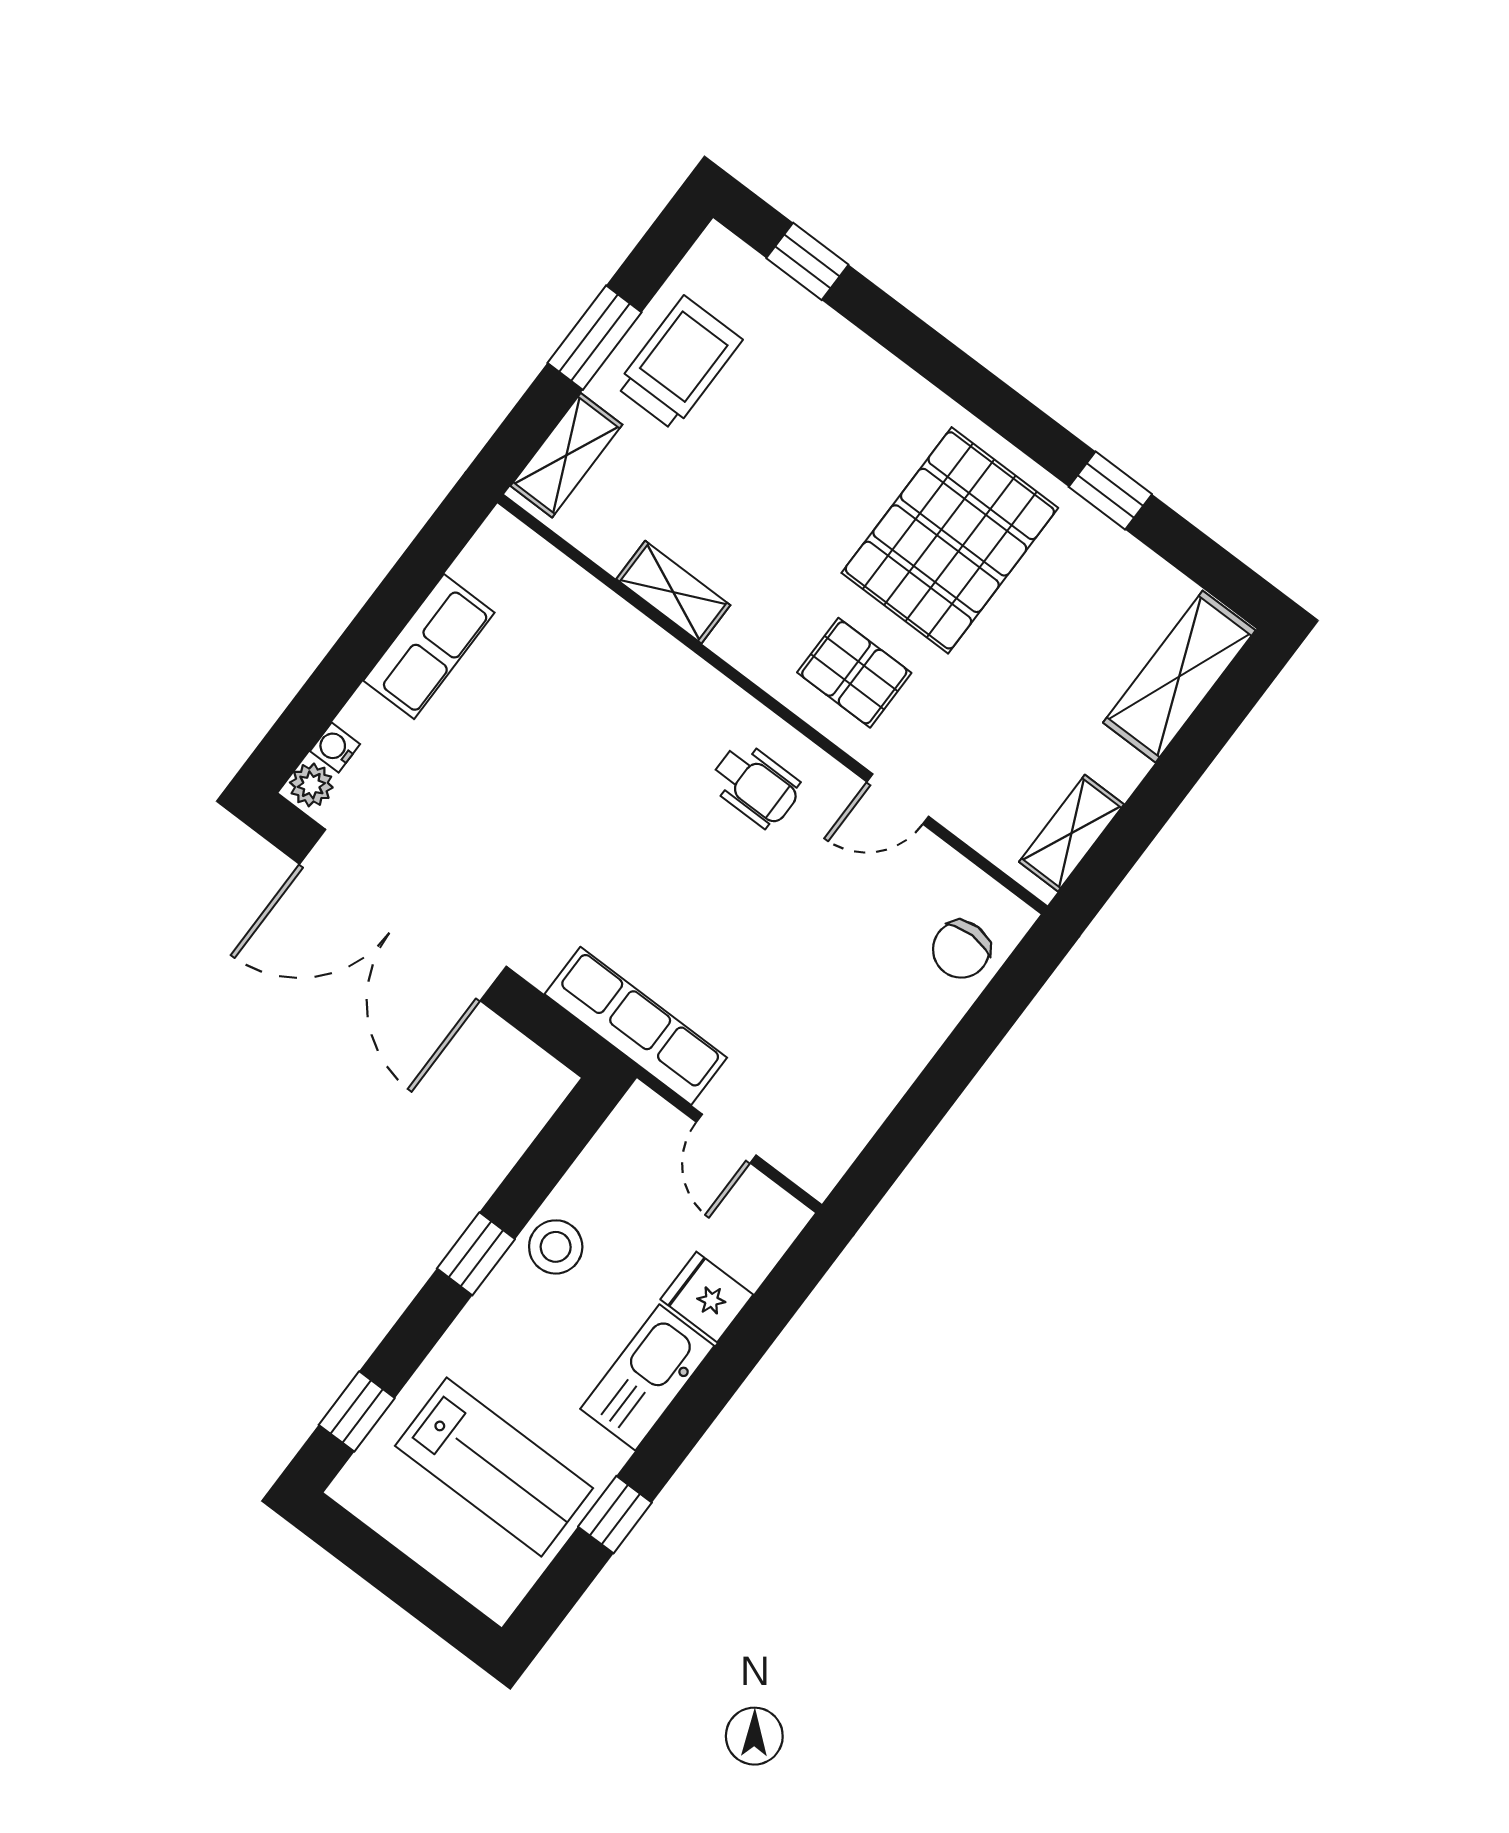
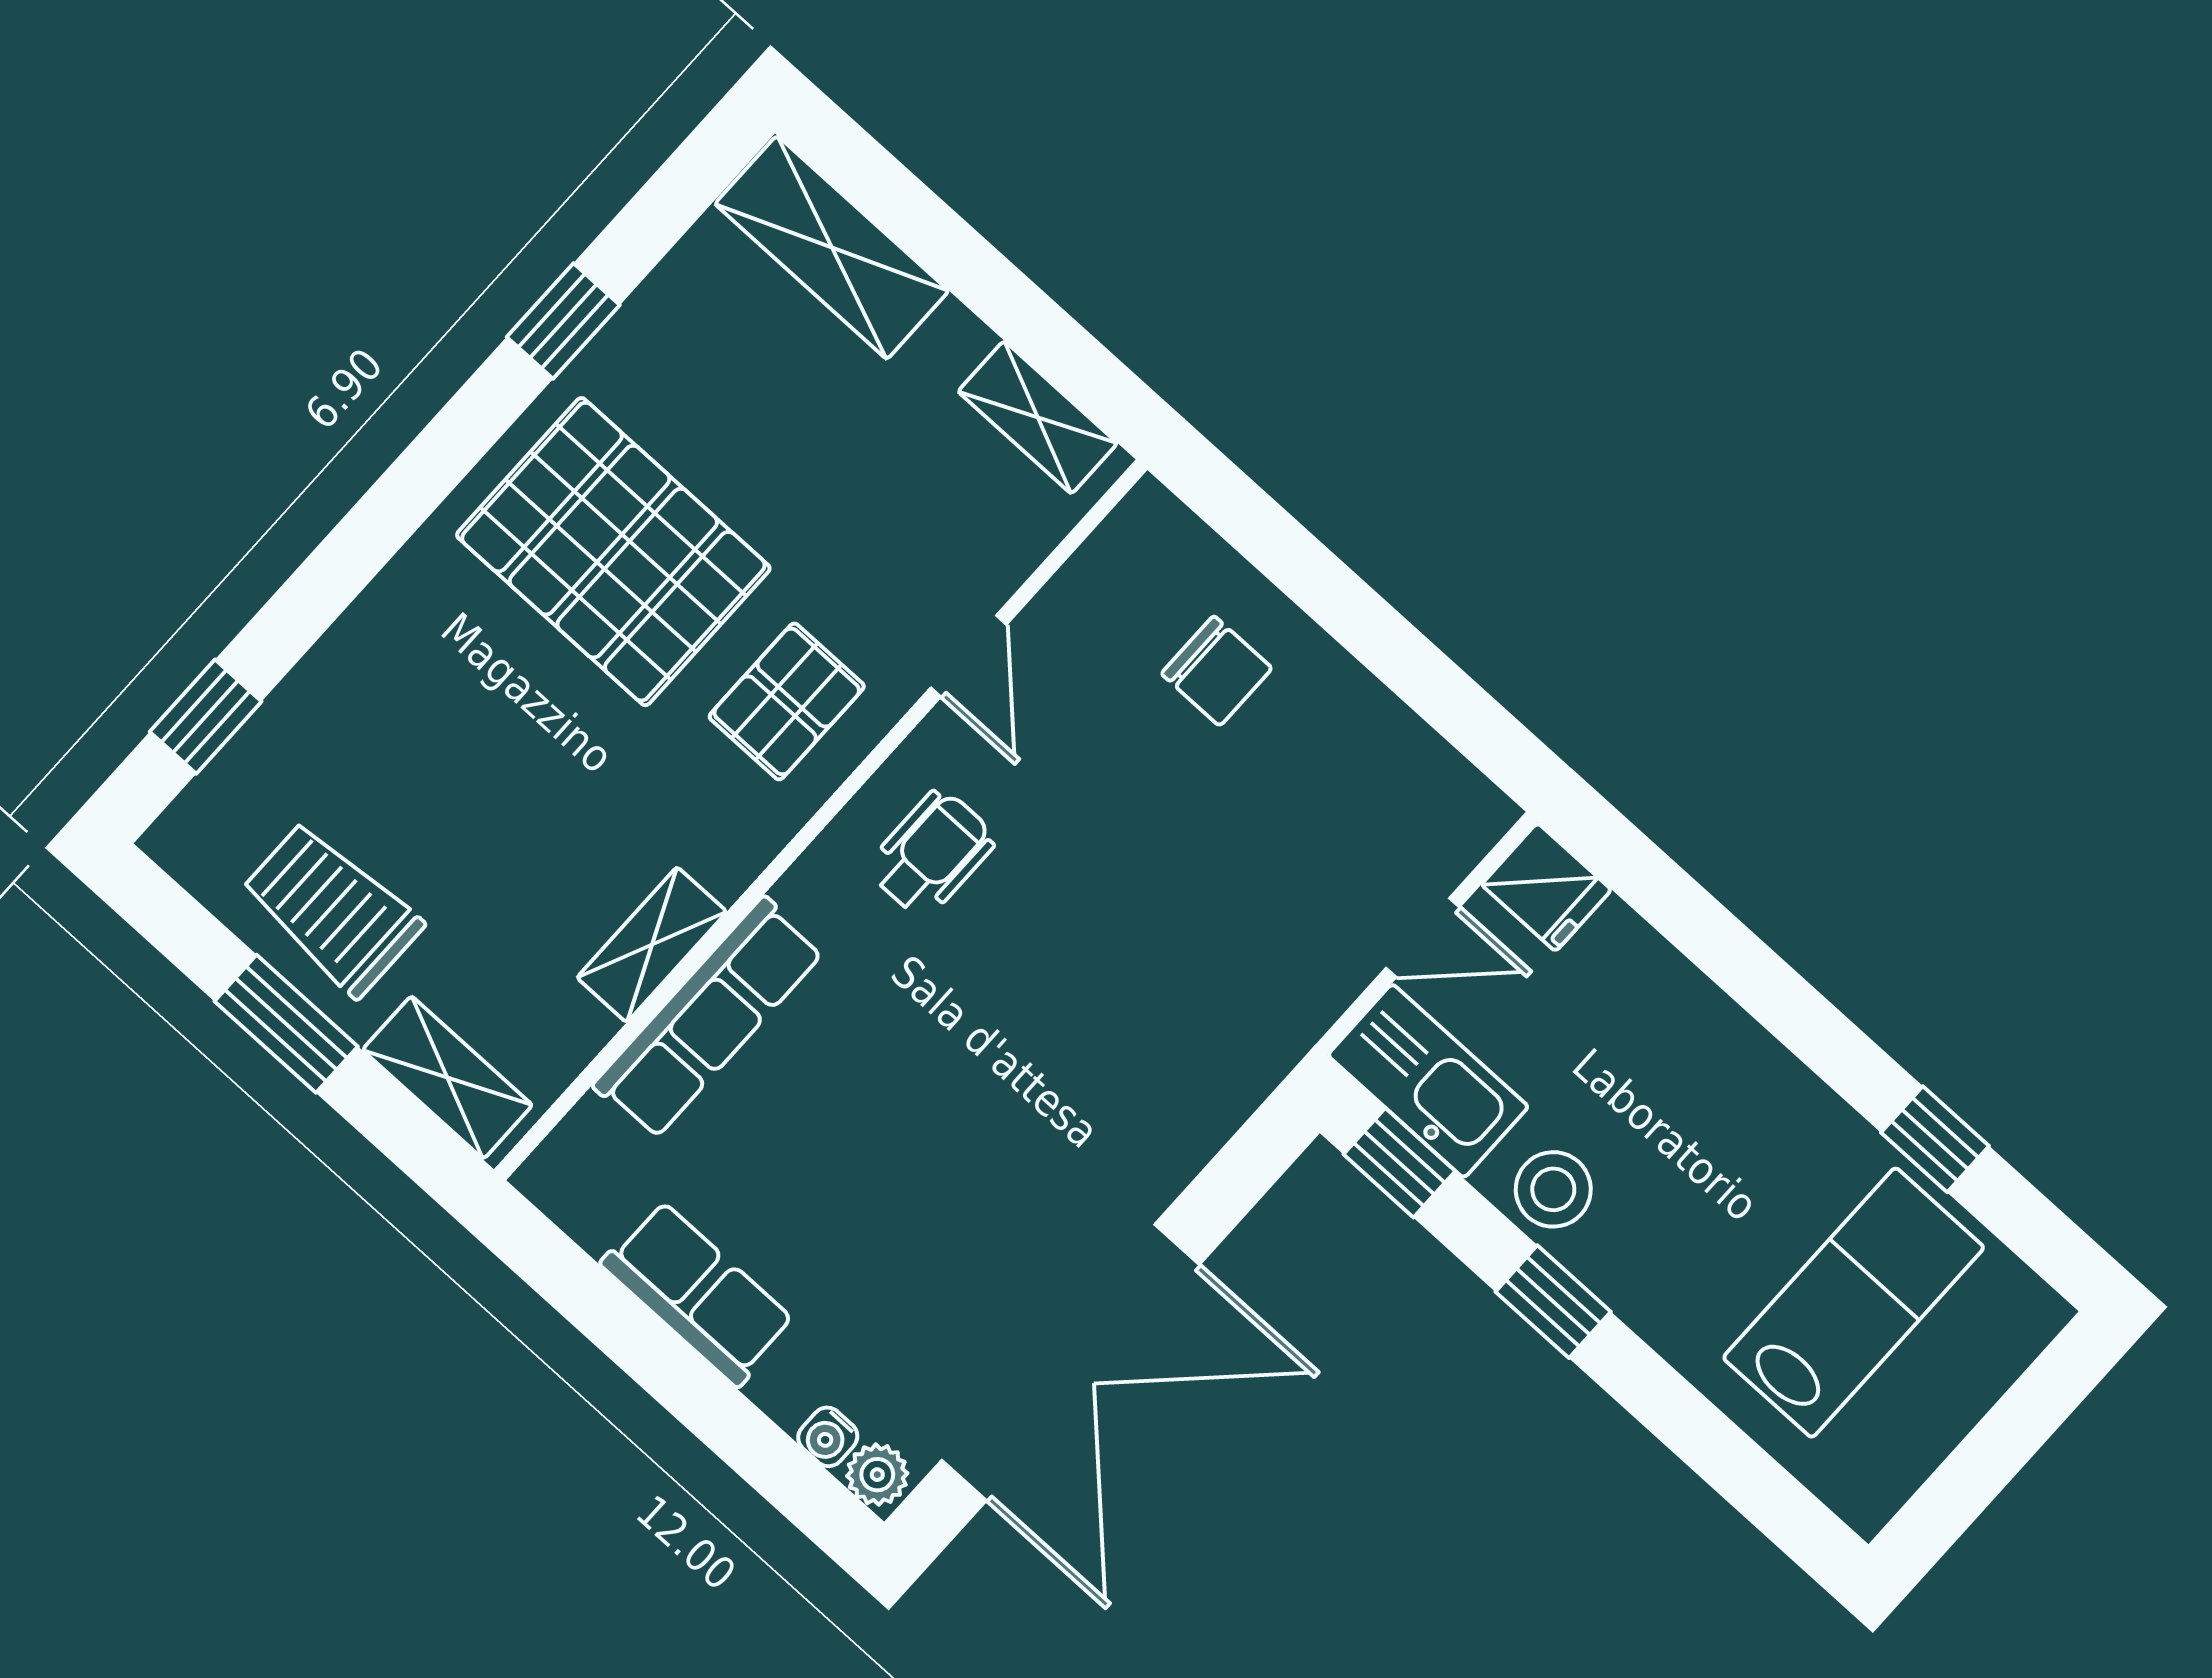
chair: (961, 949) -> (1217, 671), moved
row of seats: (636, 1026) -> (709, 1018), moved, turned 180
fridge: (707, 1297) -> (1546, 887), moved, turned -90
kitchen sink: (647, 1377) -> (1428, 1081), moved, turned 180
window: (357, 1411) -> (1399, 1163), moved

